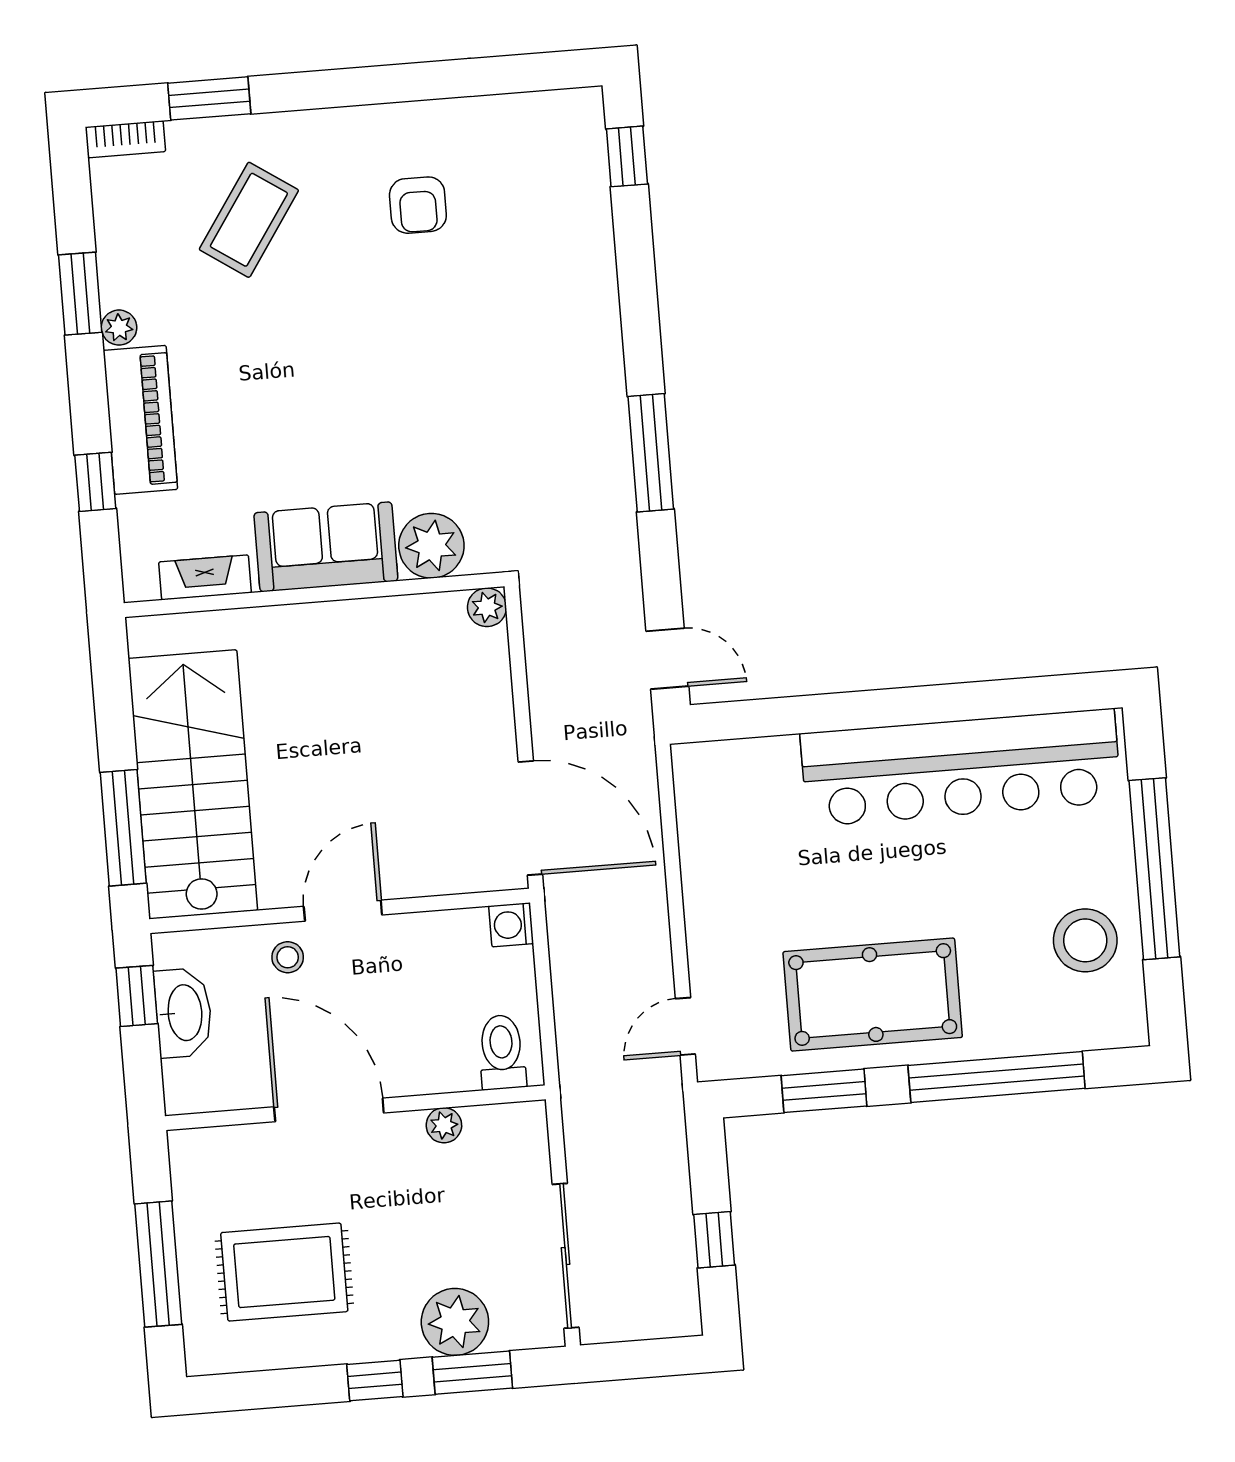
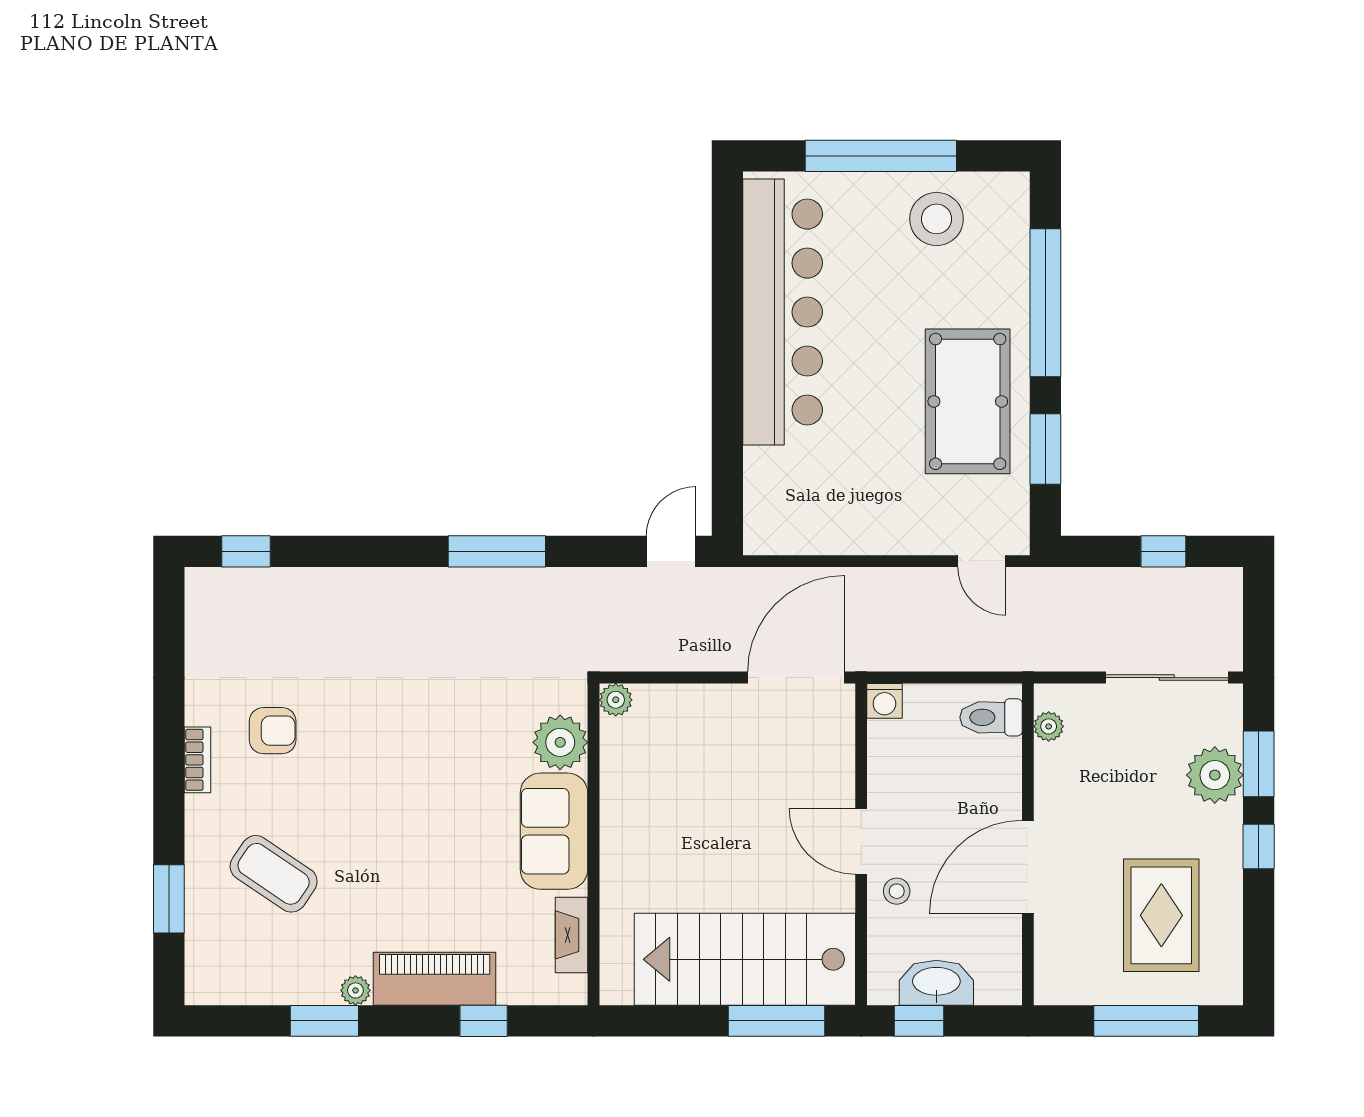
bookcase: (125, 139) -> (197, 760), moved
plant: (444, 1125) -> (1049, 726), moved

